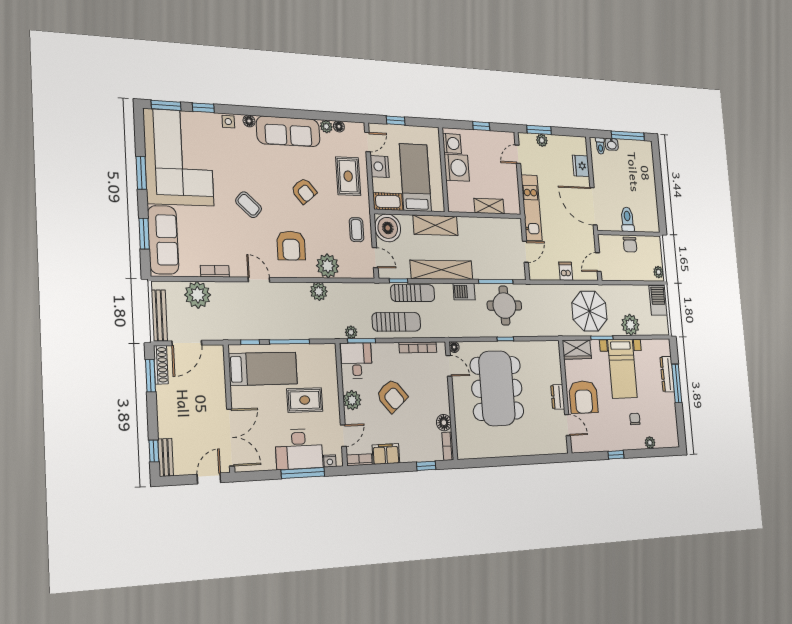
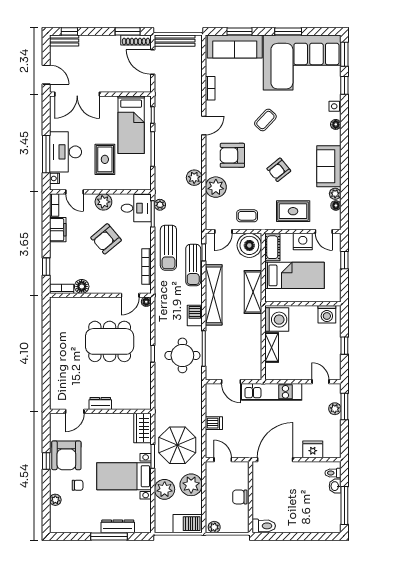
sofa: (288, 131) -> (329, 166), width x0.73
washing machine: (457, 168) -> (277, 320), moved, turned -90
toilet: (627, 219) -> (264, 526), moved
plant: (198, 295) -> (191, 485), moved
dining table: (497, 388) -> (110, 341), width x0.73, depth x0.80
armchair: (584, 397) -> (66, 455), moved, turned -90

